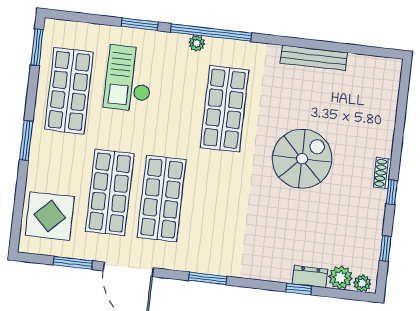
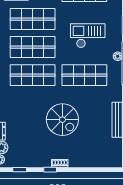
checkout: (129, 78) -> (88, 36), moved
shop shelf: (213, 204) -> (33, 75), added

